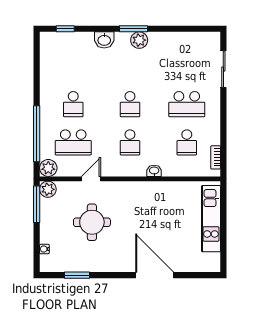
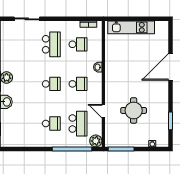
plant: (48, 189) -> (111, 141), removed

